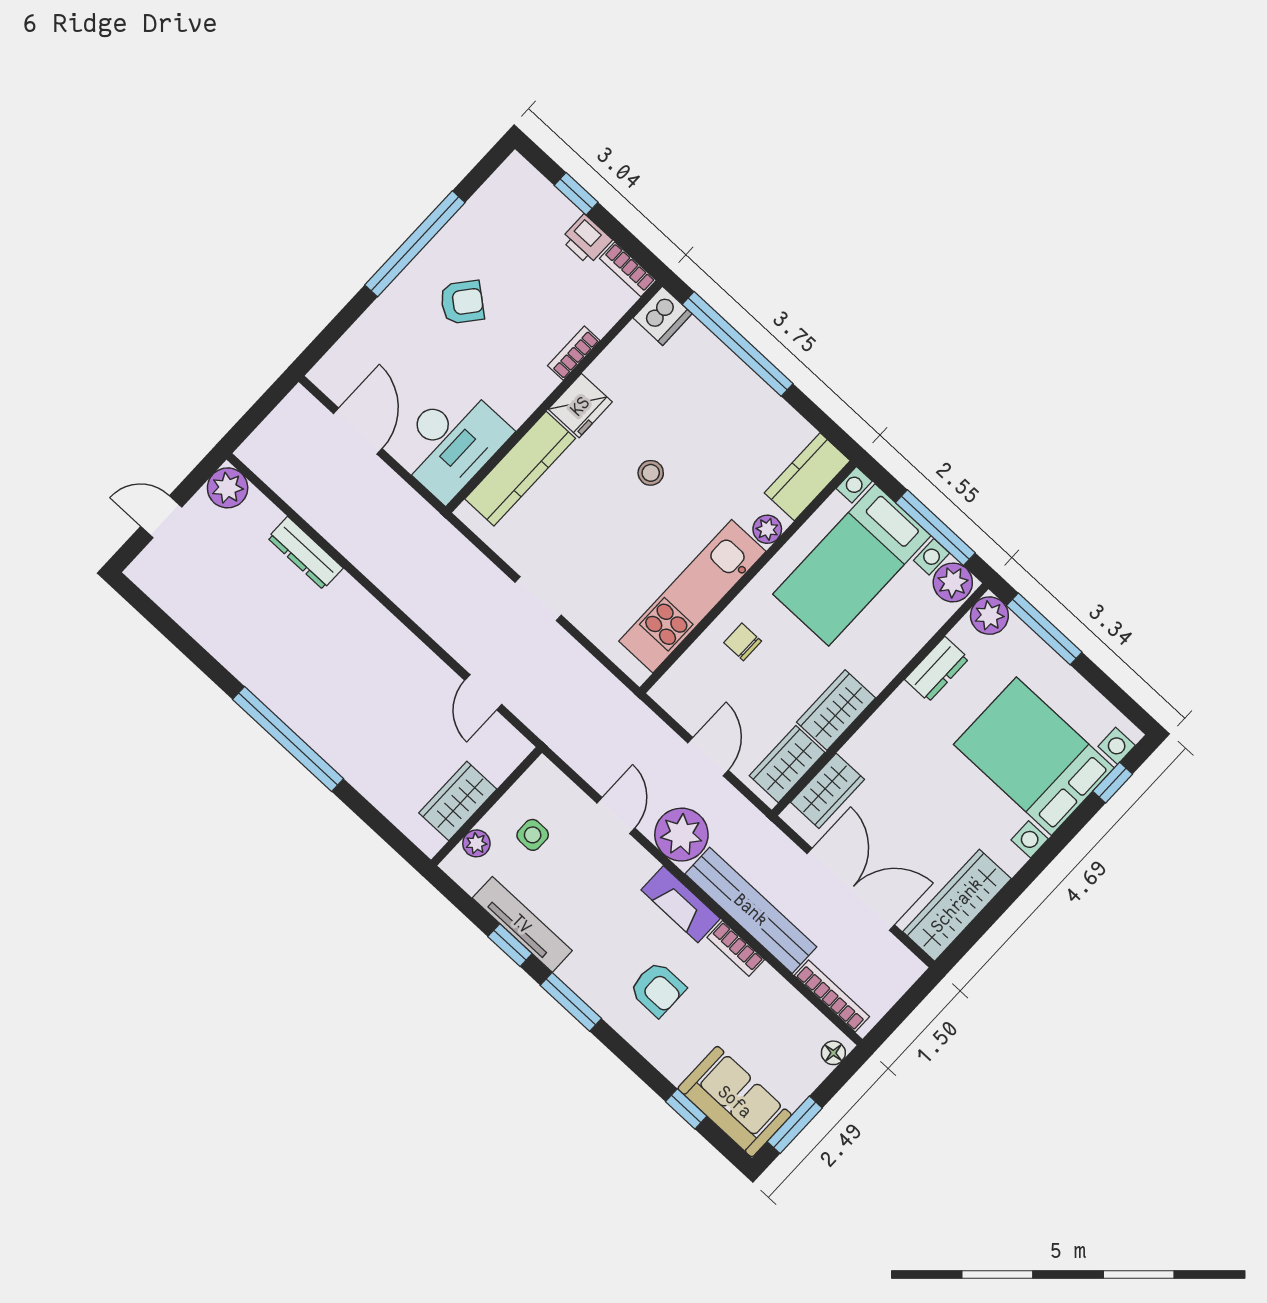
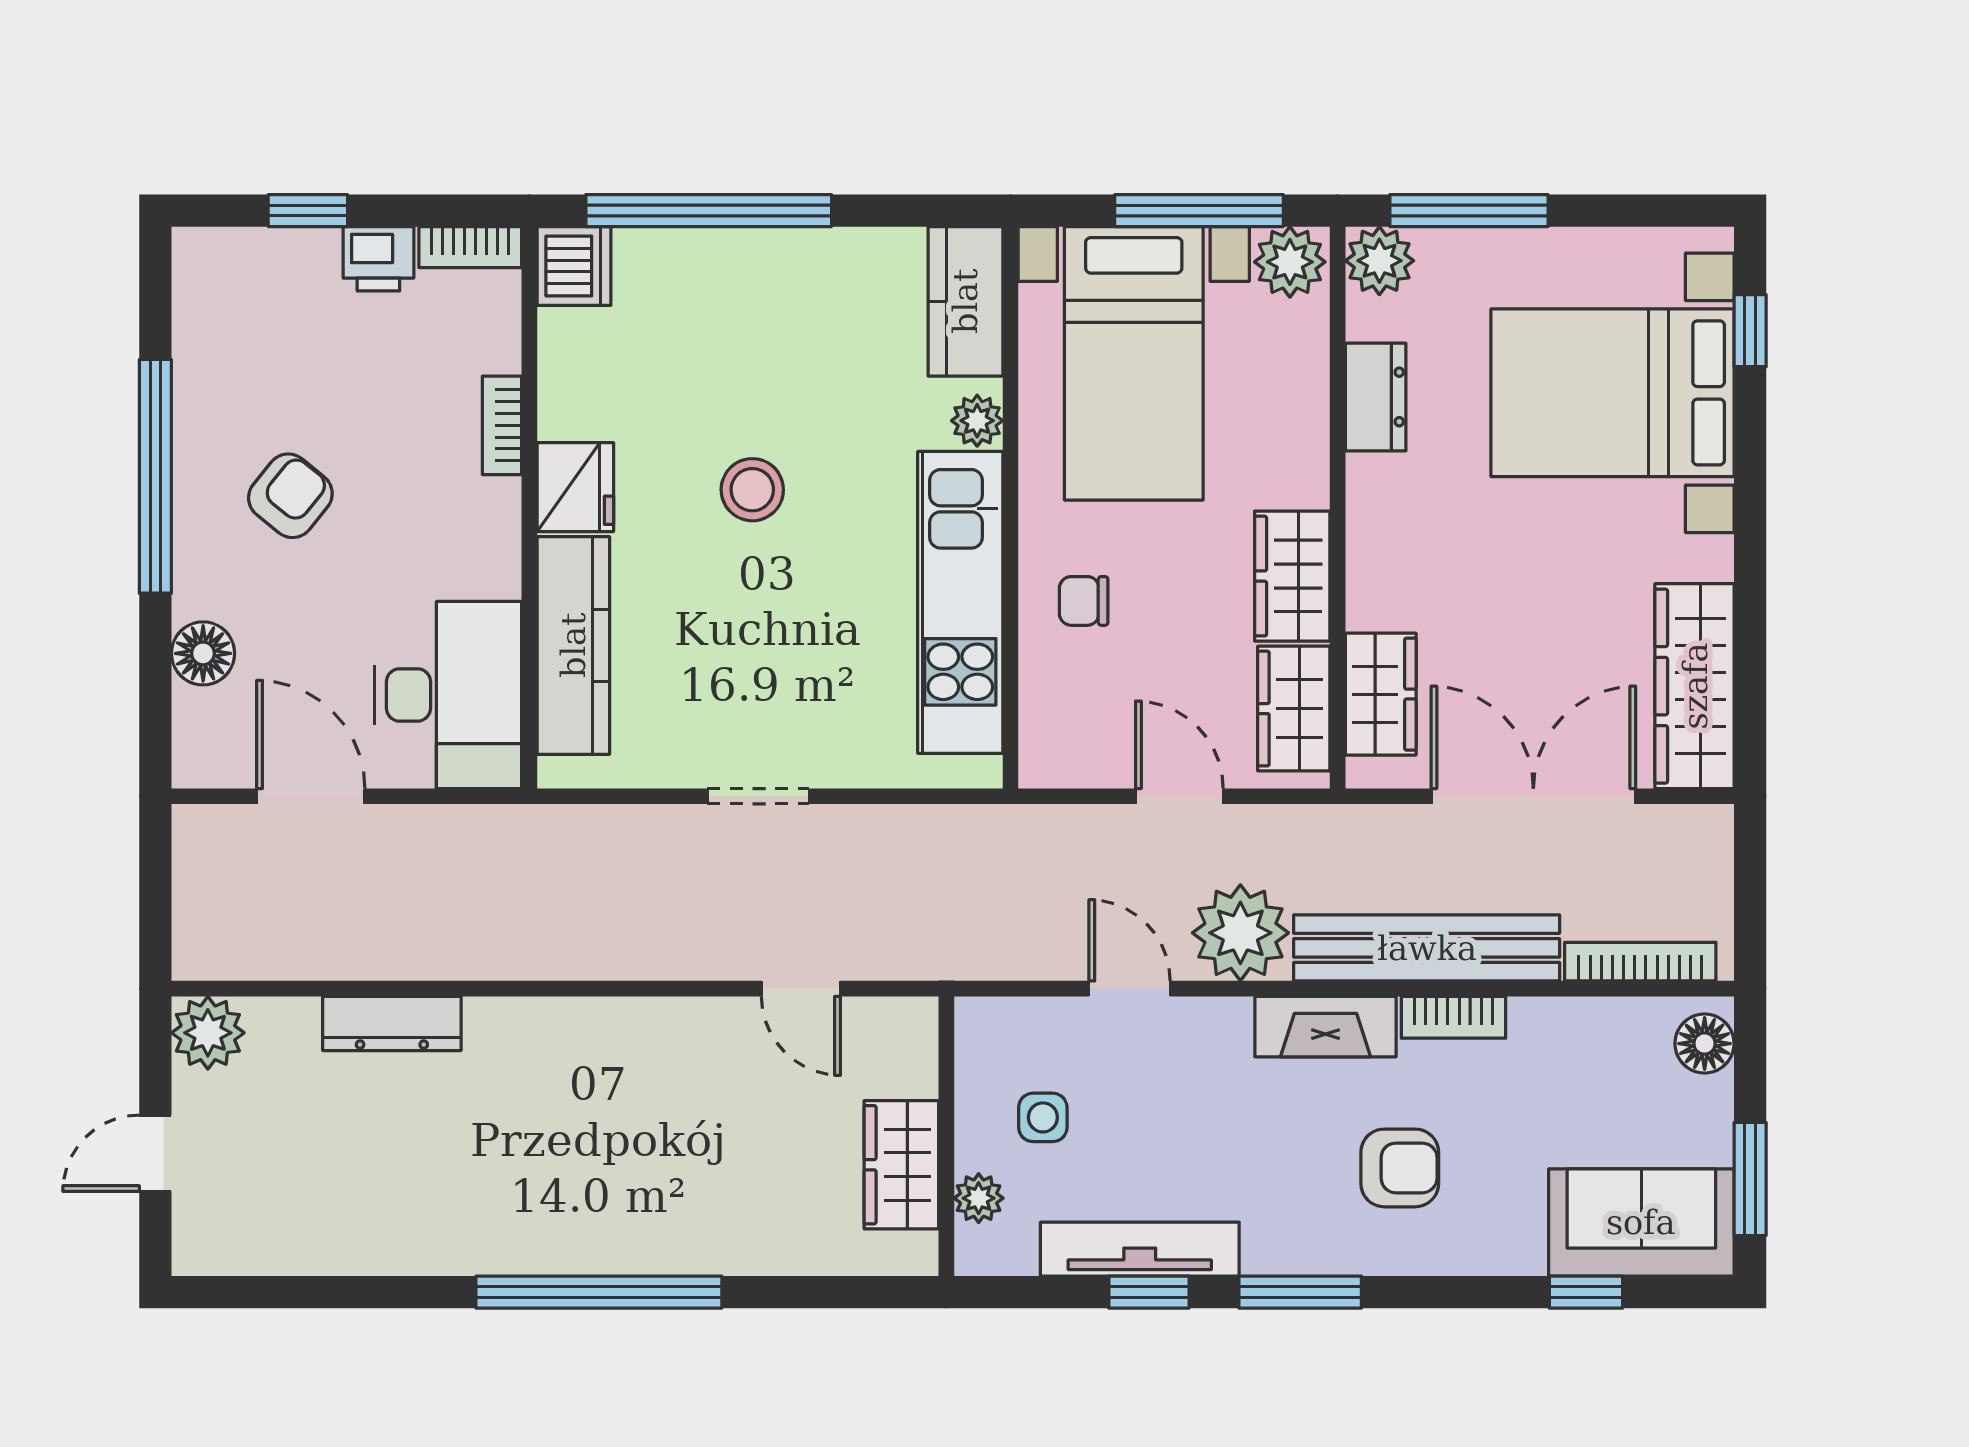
floor lamp: (368, 333) -> (203, 653), added
stool: (651, 473) -> (752, 490), width x1.37, depth x1.37
floor lamp: (833, 1053) -> (1705, 1044), width x1.37, depth x1.37

